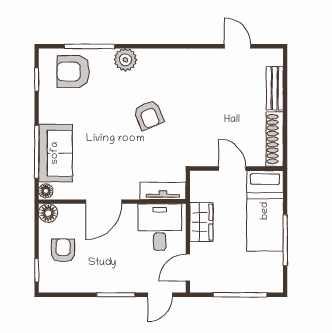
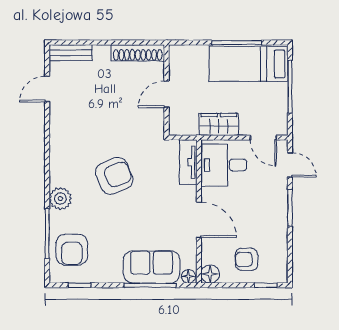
bench: (275, 88) -> (71, 53), moved
armchair: (149, 115) -> (114, 176), width x1.38, depth x1.38
bed: (265, 211) -> (248, 64), moved, turned 180

